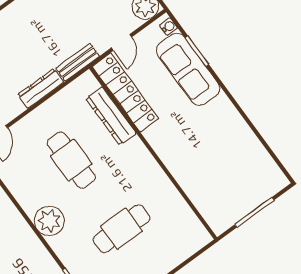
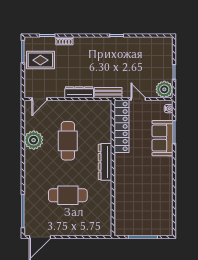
door: (122, 42) -> (138, 99), swing flipped
sofa: (188, 69) -> (163, 138), width x0.73
dresser: (111, 116) -> (105, 162), moved
plant: (49, 221) -> (34, 140), moved

